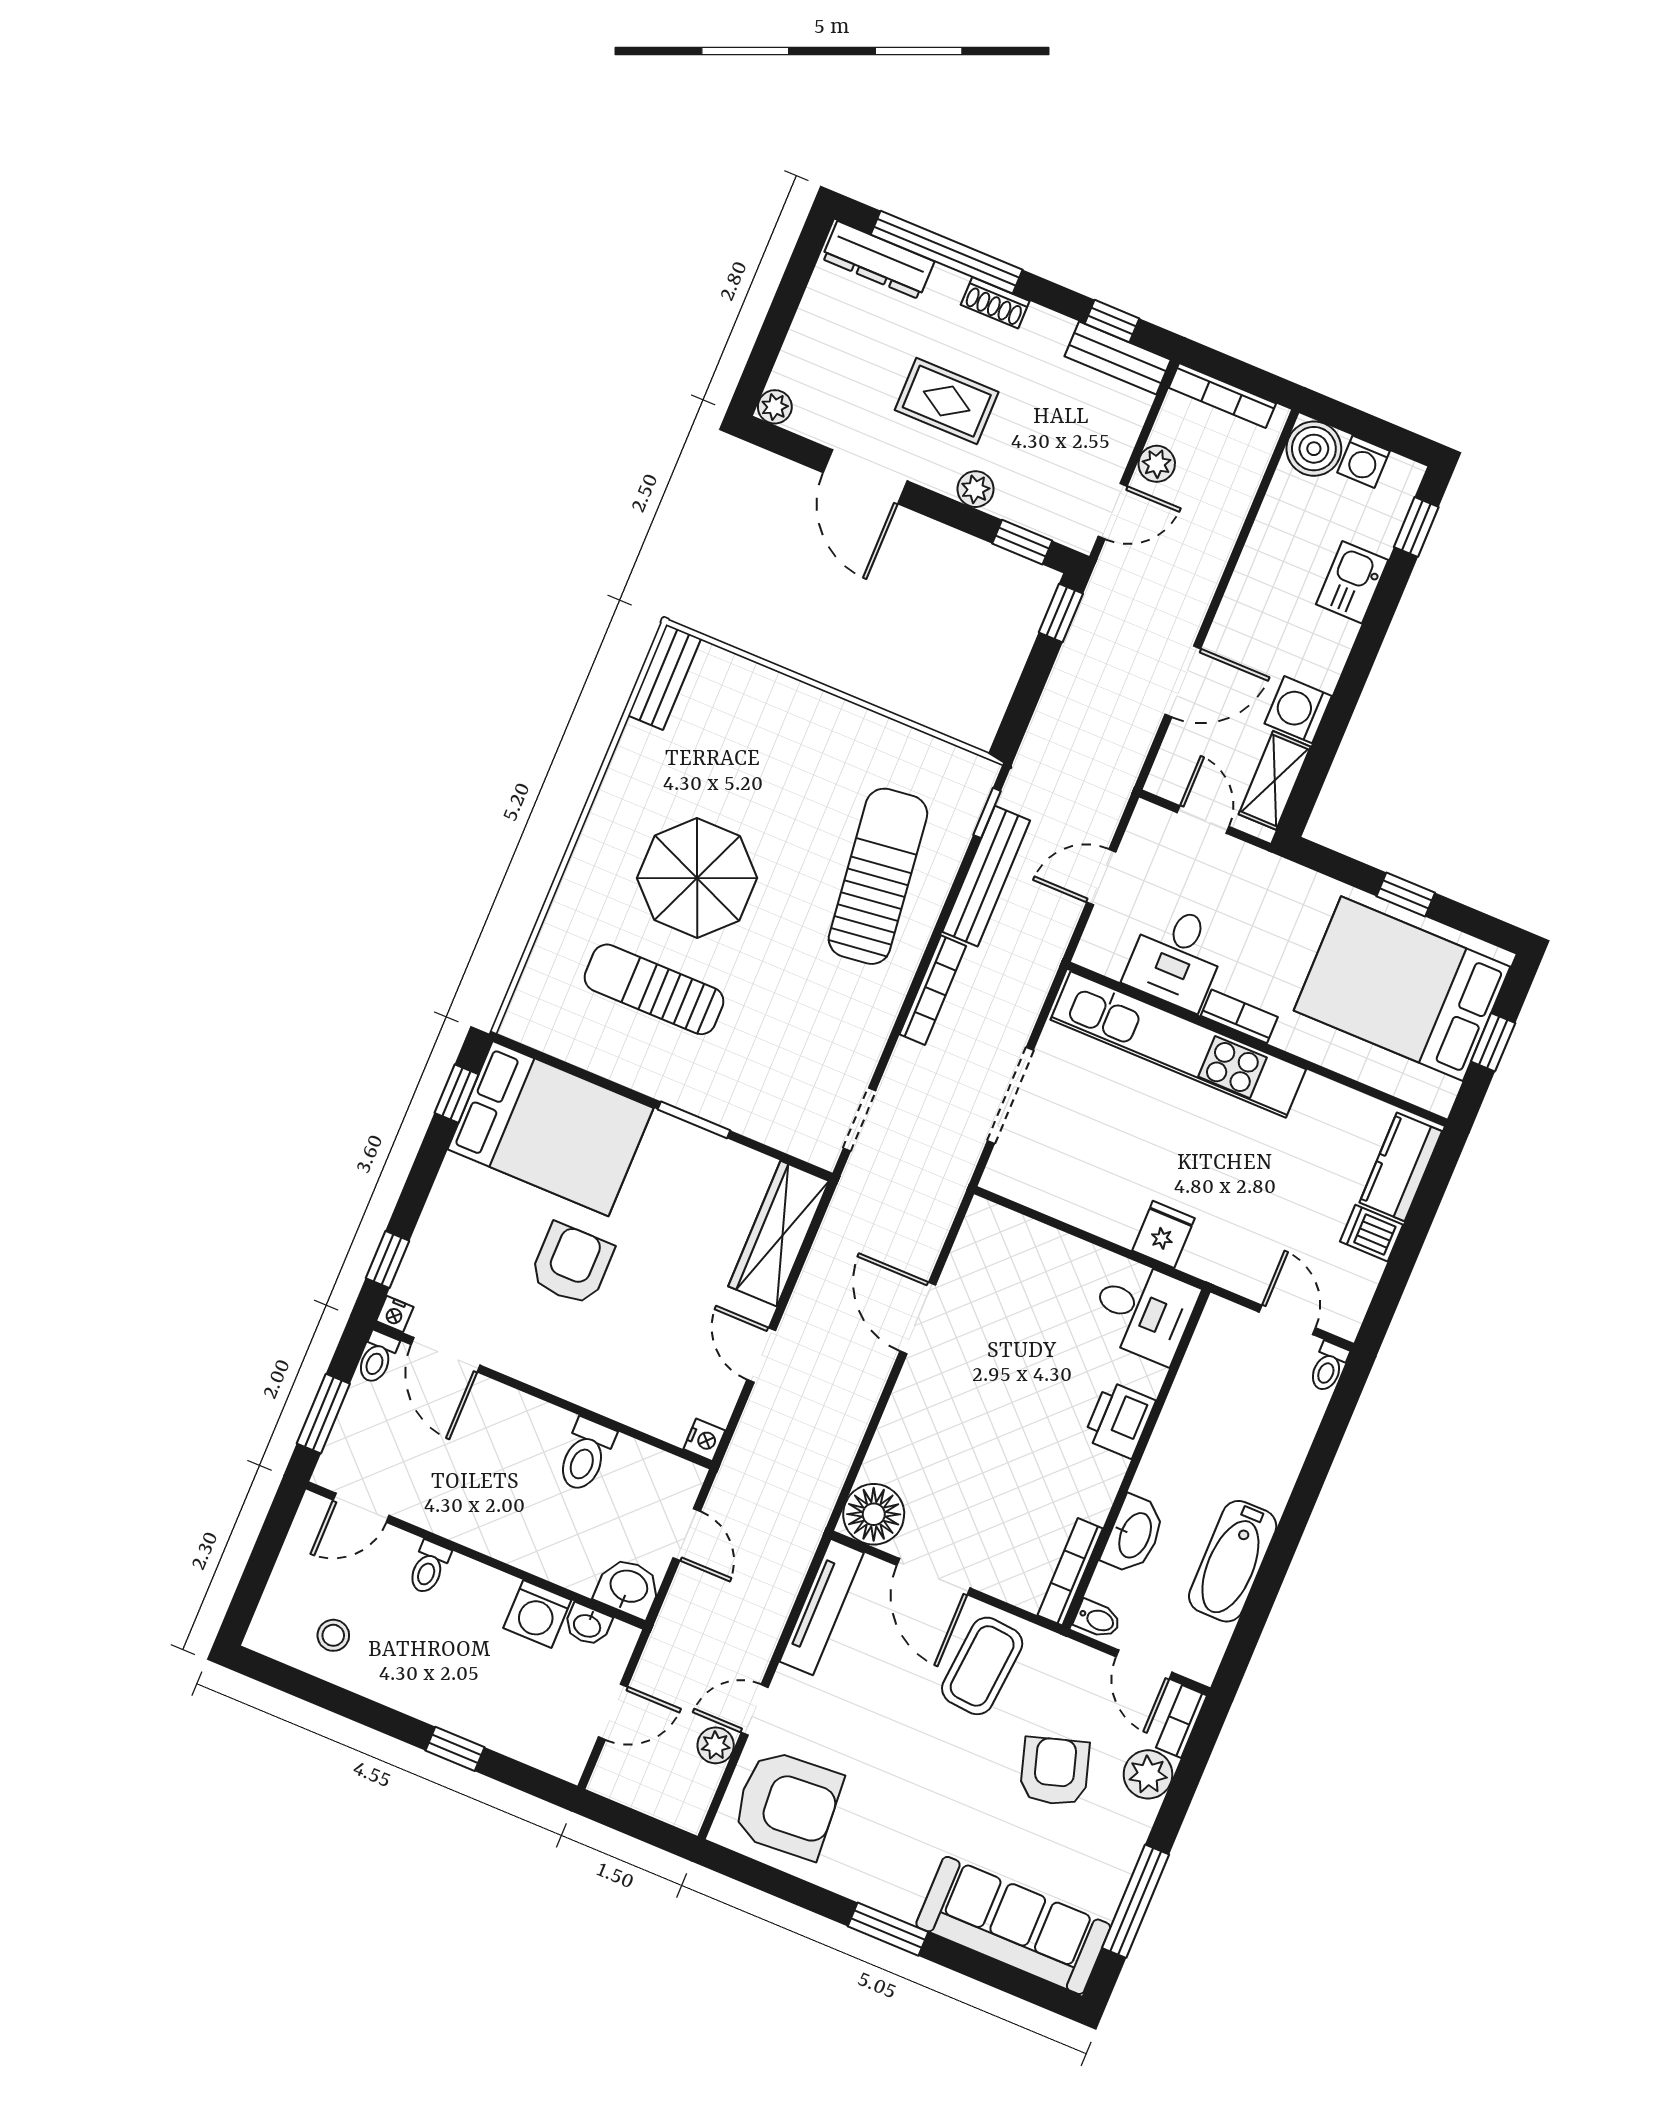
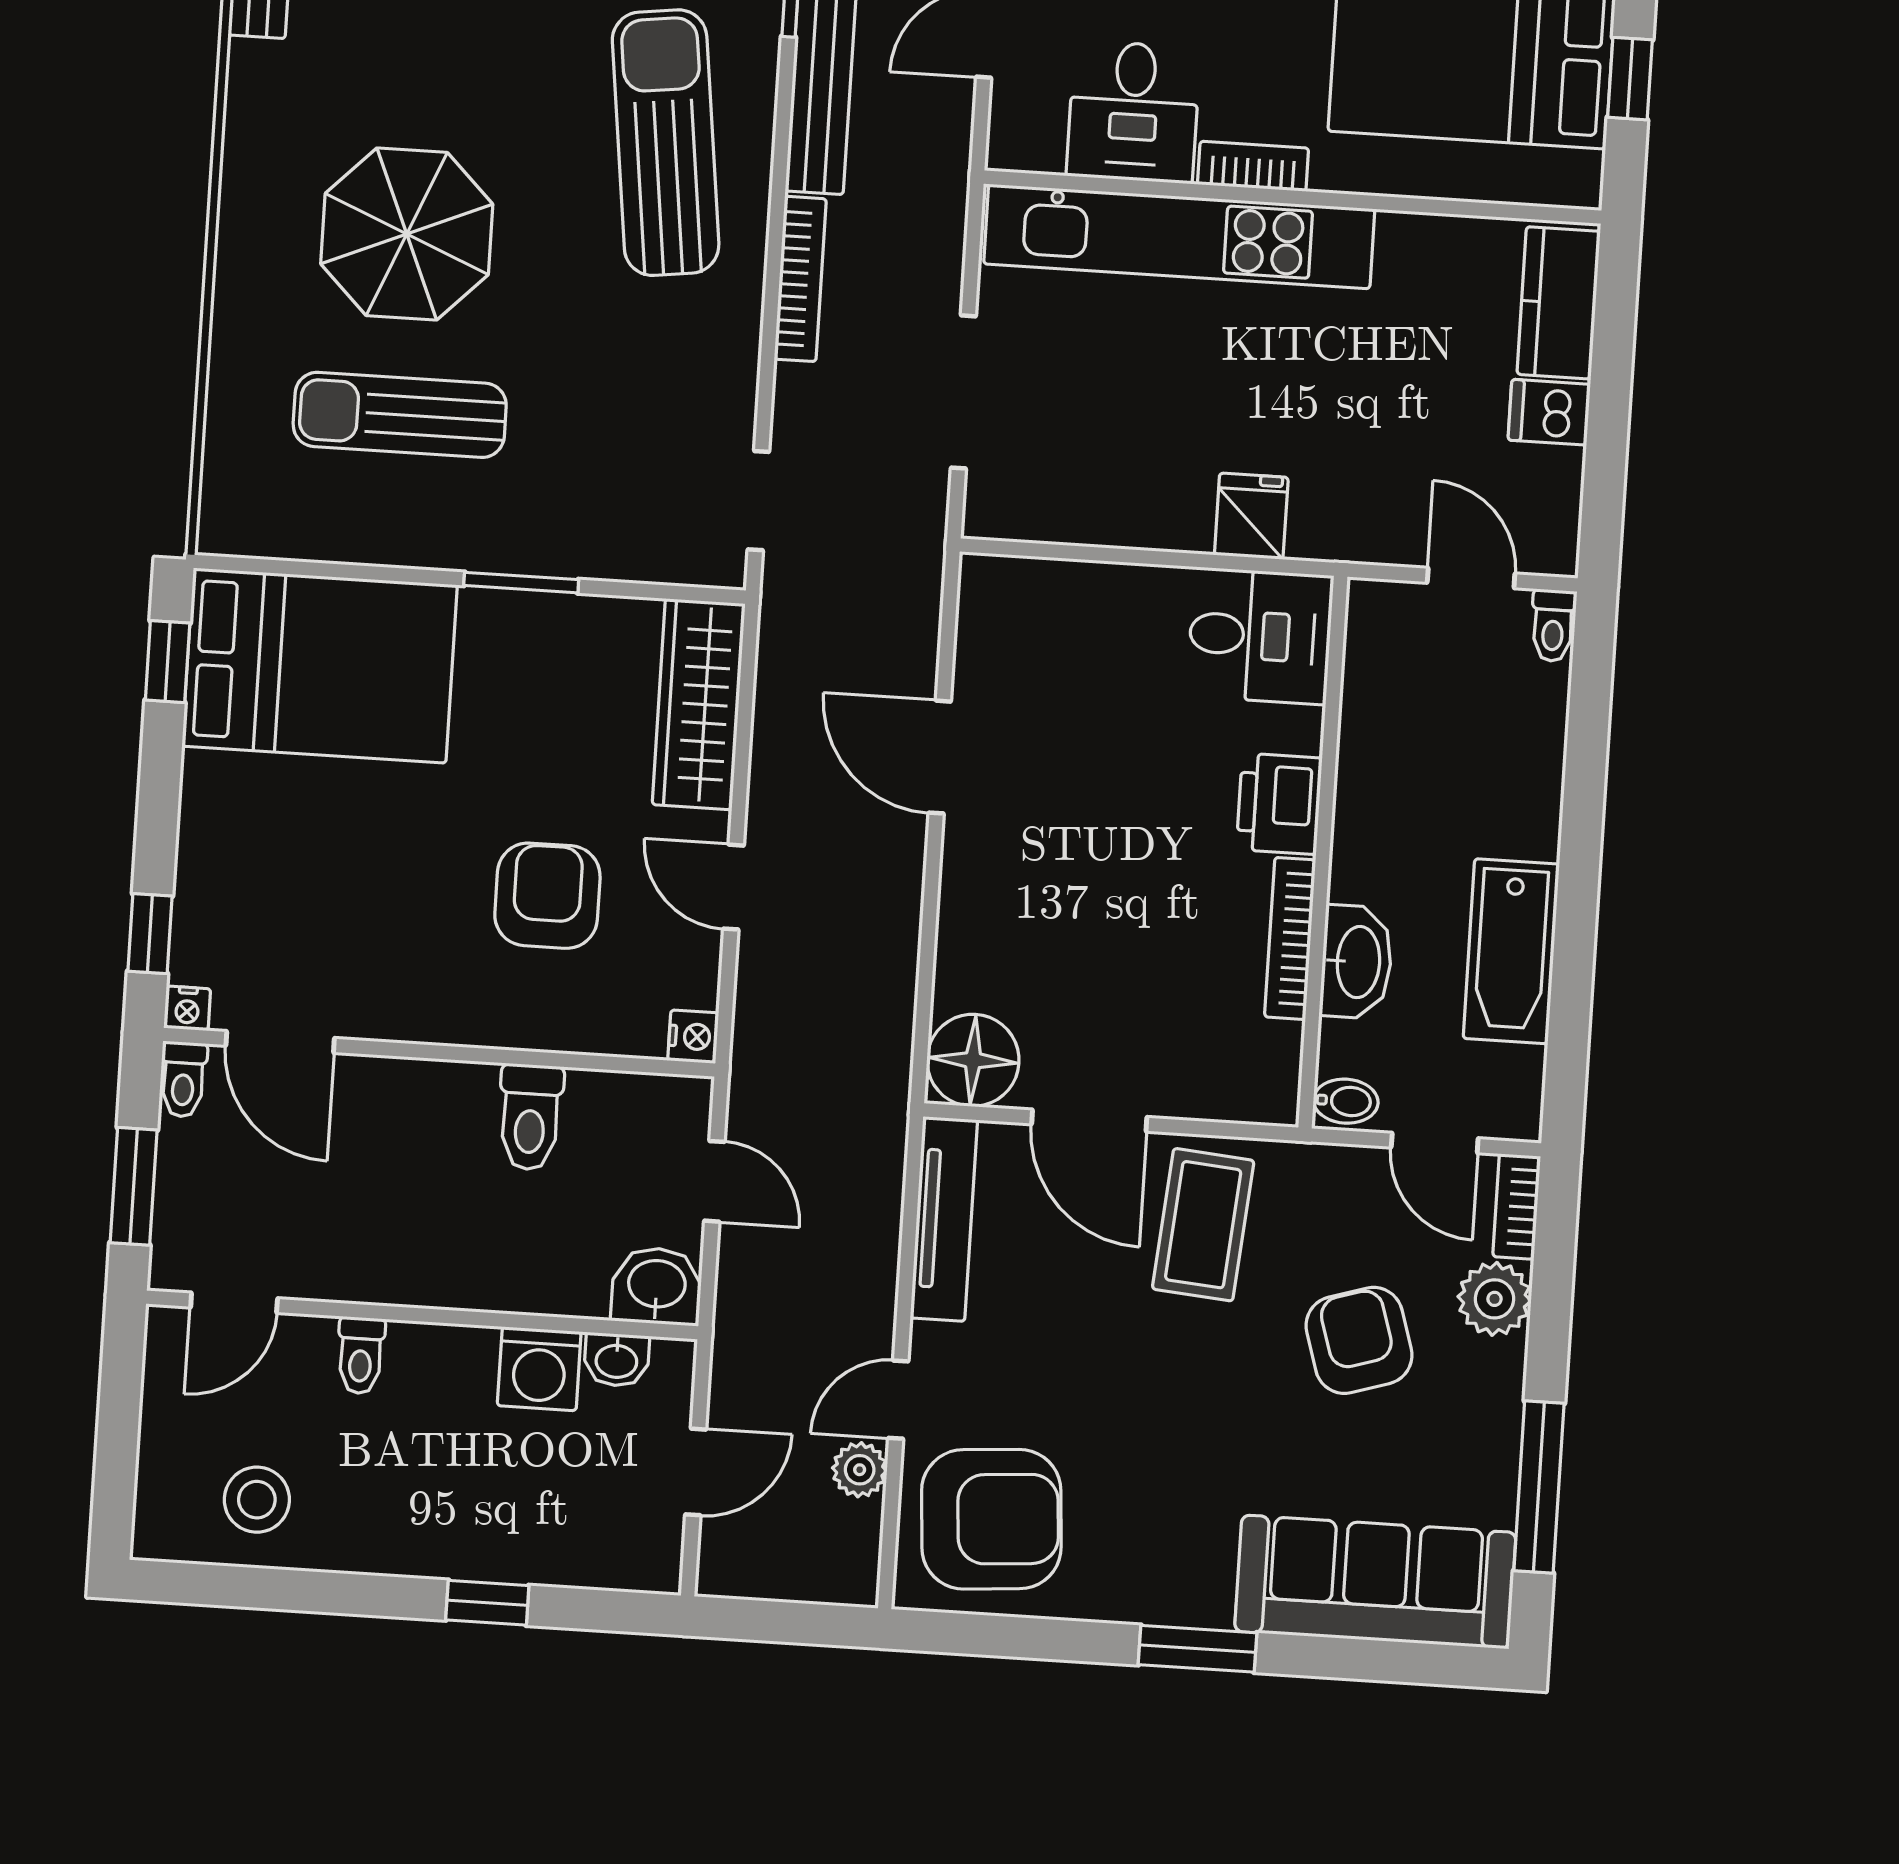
armchair: (572, 1264) -> (547, 896), moved
bookcase: (1070, 1572) -> (1290, 938), moved
stool: (333, 1635) -> (257, 1500), width x1.37, depth x1.37

